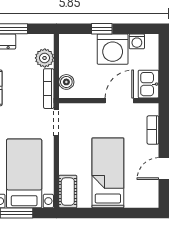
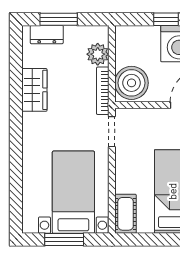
boiler: (66, 82) -> (132, 83), width x1.86, depth x1.86

